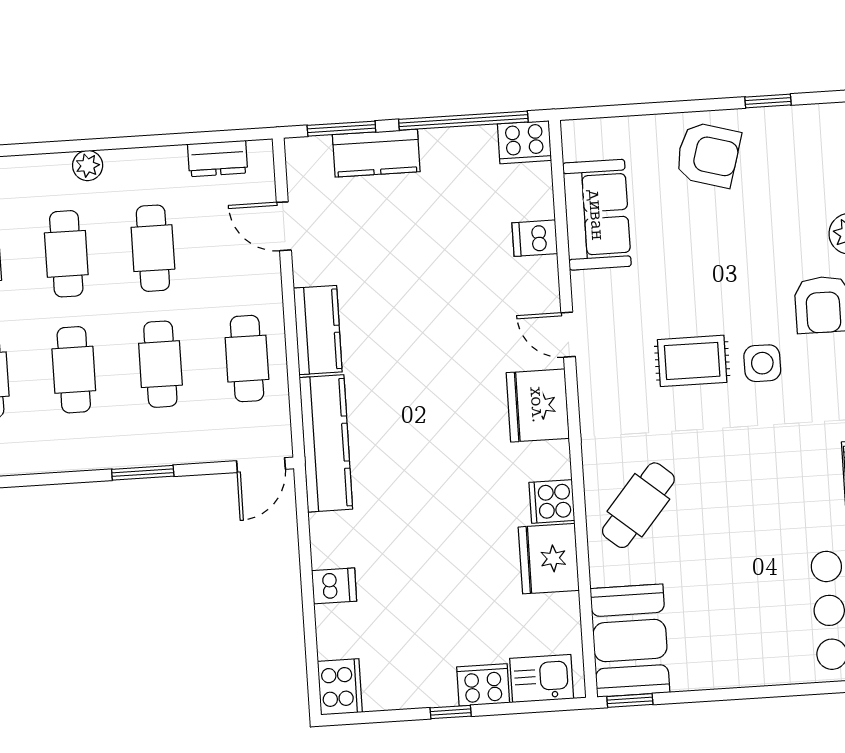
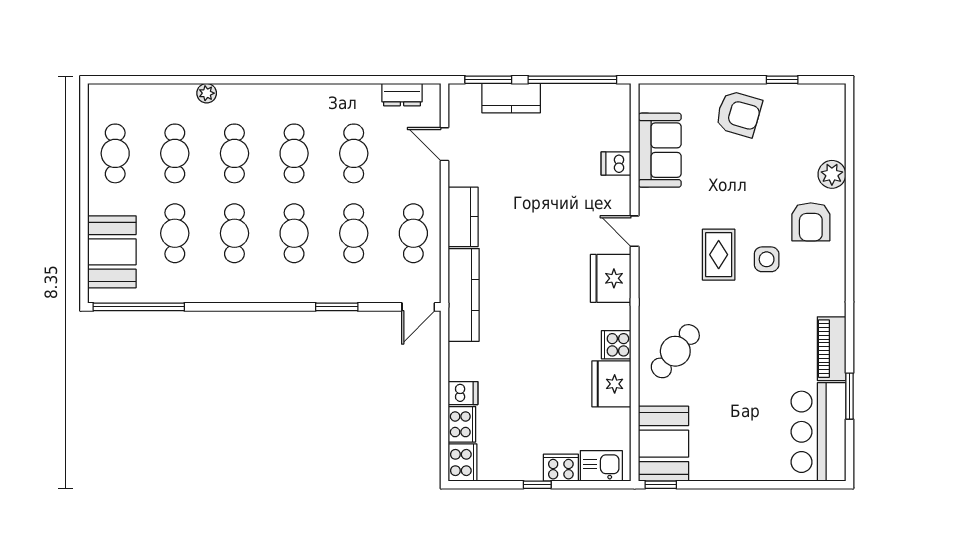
cooker: (524, 142) -> (462, 424), moved, turned -90
plant: (88, 166) -> (313, 94), removed
rug: (692, 361) -> (719, 255), turned 90

